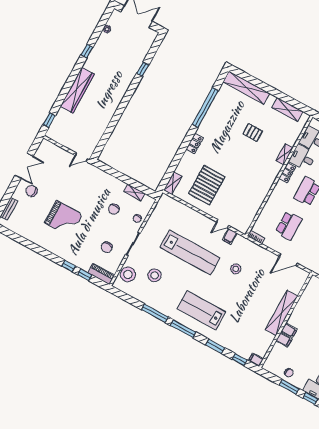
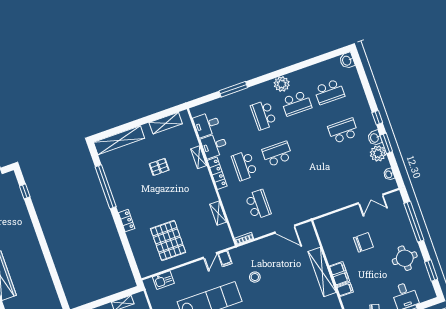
window: (143, 69) -> (25, 191), moved
locker: (287, 173) -> (217, 173), width x1.53
shelving: (173, 183) -> (218, 213), moved
kitchen sink: (176, 207) -> (163, 280), added
door: (288, 260) -> (285, 229), hinge flipped
filing cabinet: (289, 330) -> (339, 274), width x2.00

